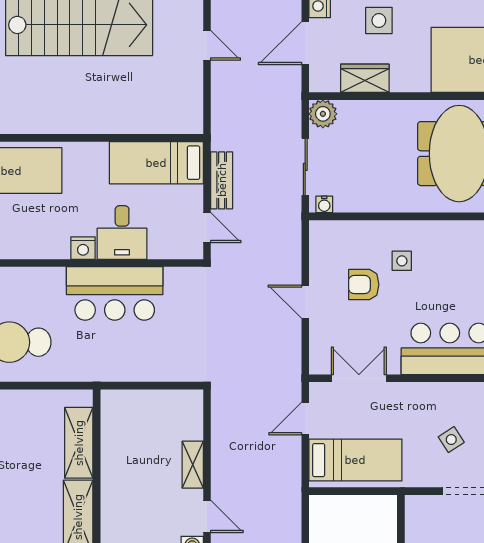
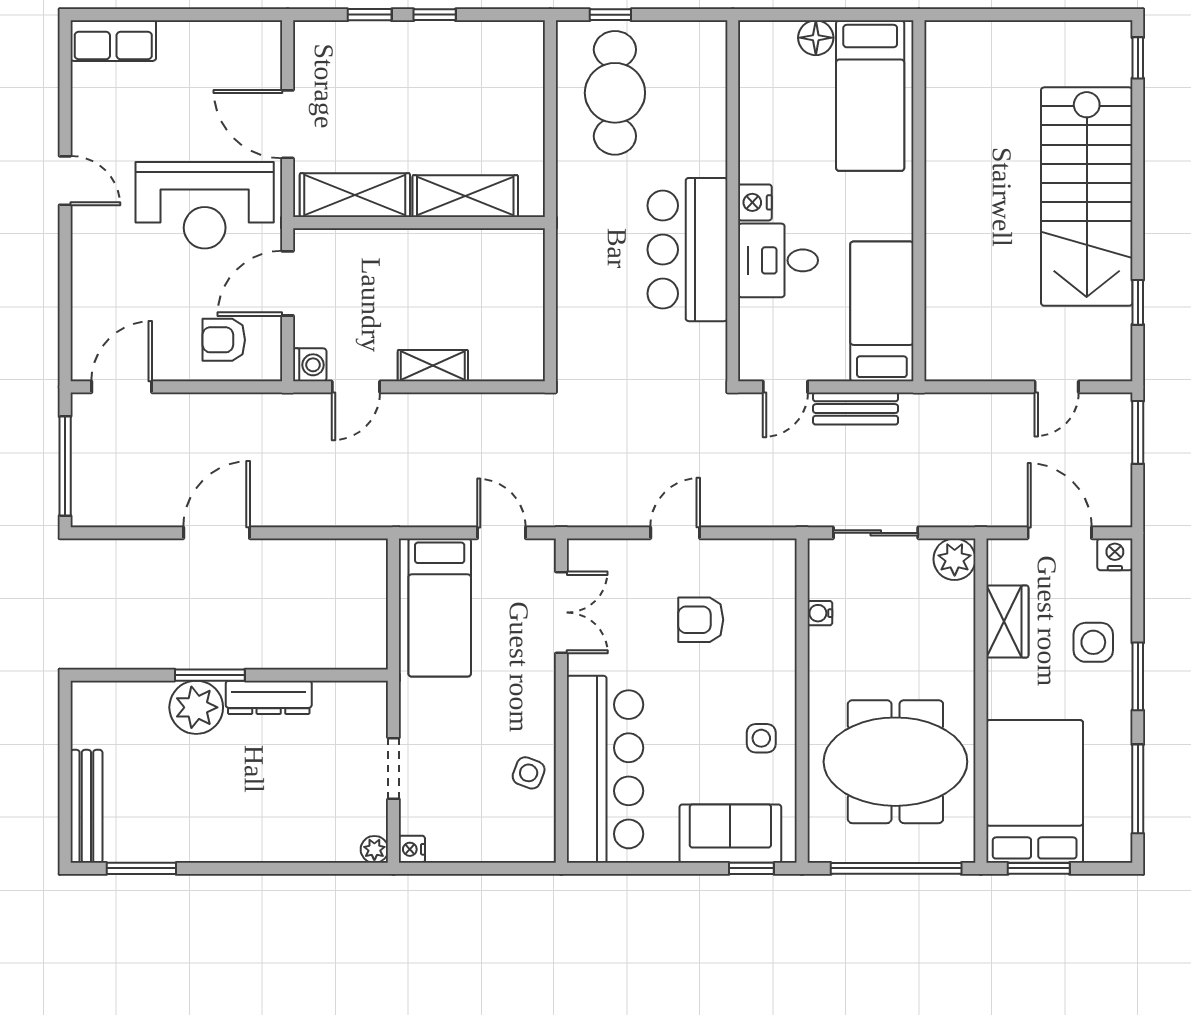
water cooler: (324, 204) -> (820, 613), moved
side table: (402, 261) -> (761, 738), moved
armchair: (364, 285) -> (701, 620), turned -90
side table: (451, 440) -> (529, 773), moved, turned -36

